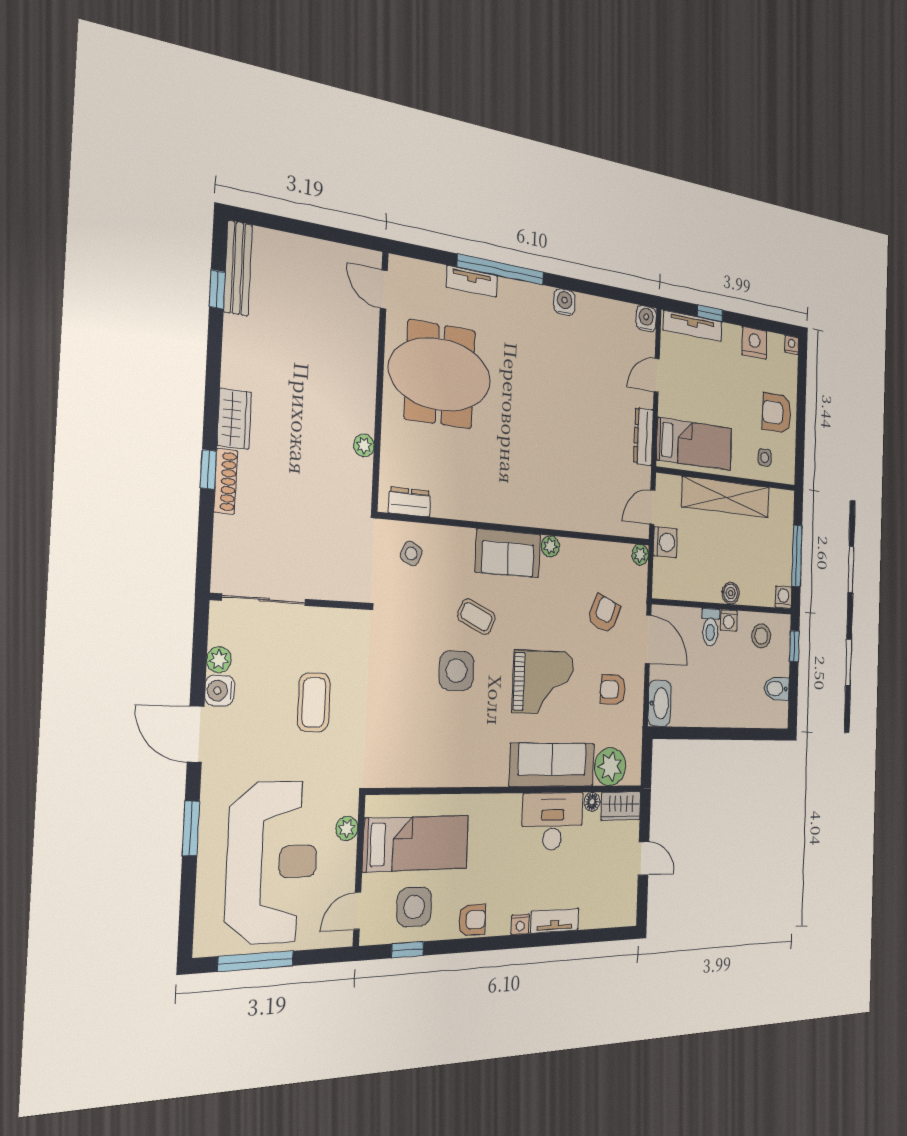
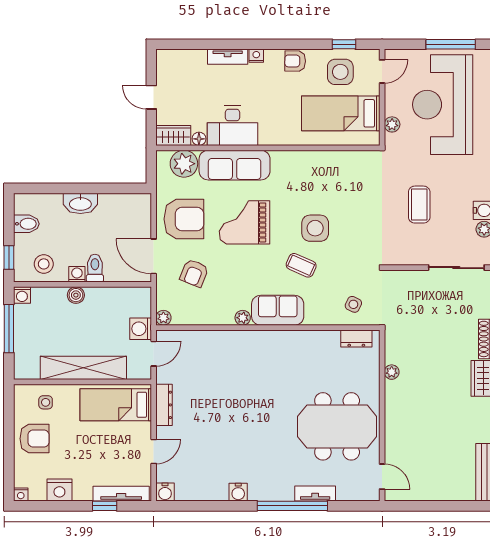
armchair: (613, 689) -> (184, 219), width x1.88, depth x1.88
washbasin: (660, 703) -> (80, 203), moved, turned -90

